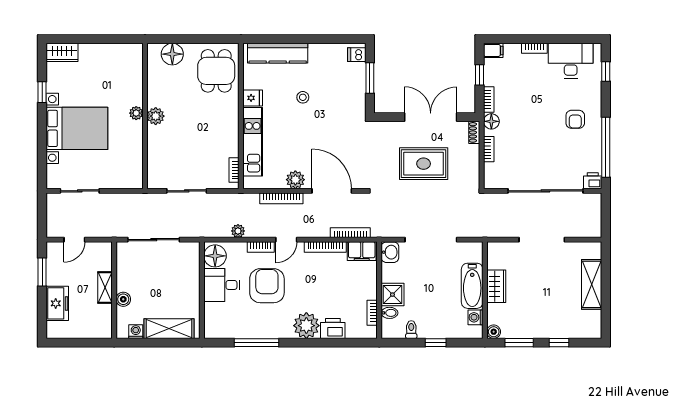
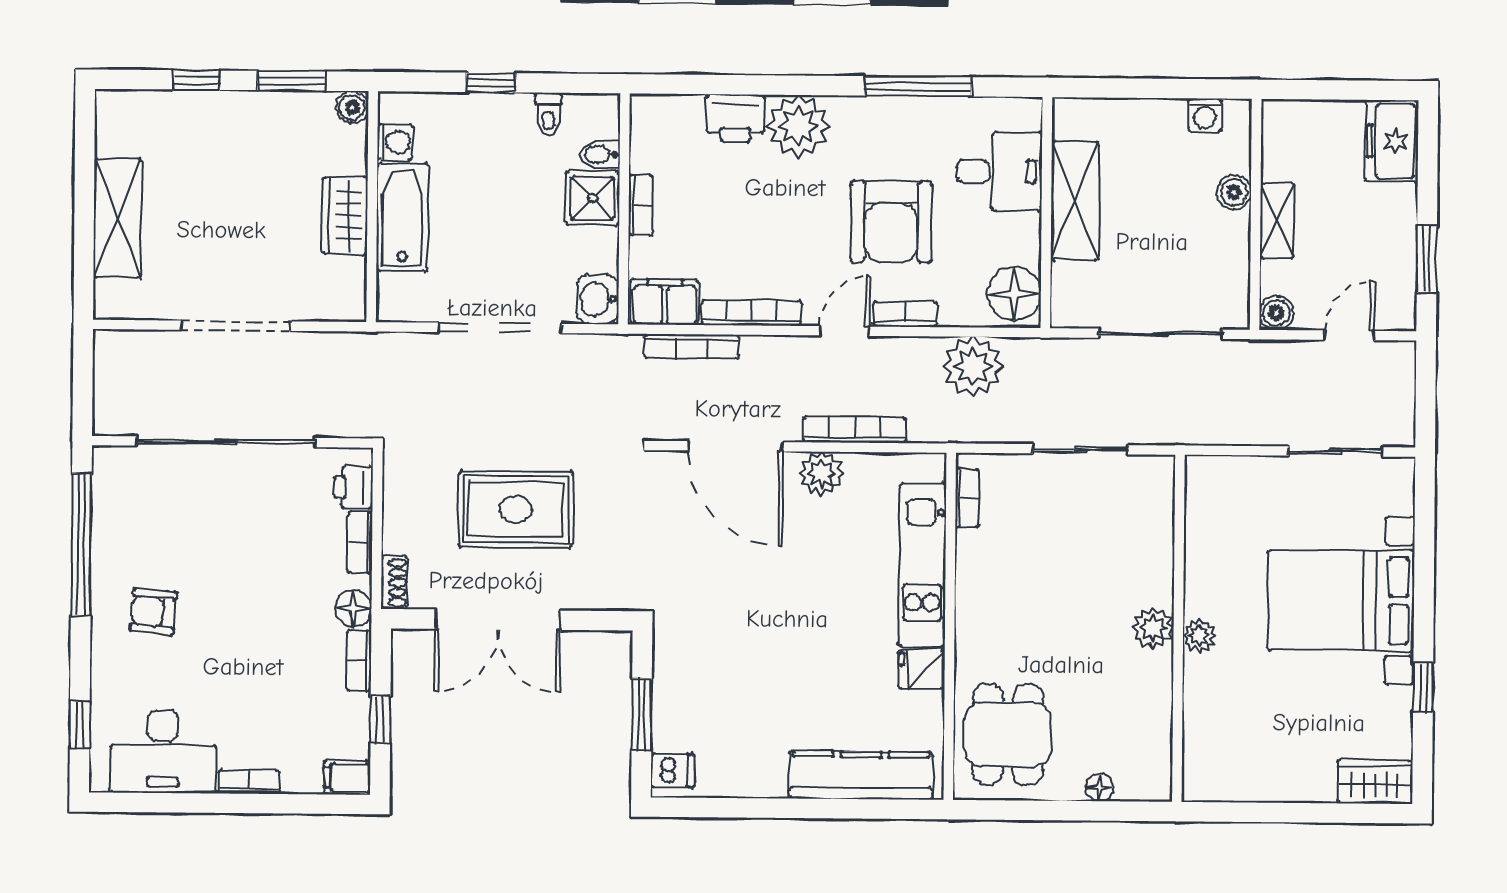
floor lamp: (172, 54) -> (1100, 787), width x0.53, depth x0.53
stool: (303, 97) -> (802, 670), removed
armchair: (575, 119) -> (153, 612), turned -85
printer: (593, 181) -> (353, 487), moved, turned 90
plant: (238, 231) -> (973, 367), width x1.88, depth x1.88
boiler: (105, 249) -> (1276, 313), added
desk: (222, 285) -> (999, 171), moved
freezer: (57, 303) -> (1392, 141), moved
bookcase: (372, 313) -> (641, 205), moved
shelving: (169, 329) -> (1075, 201), moved, turned 90

